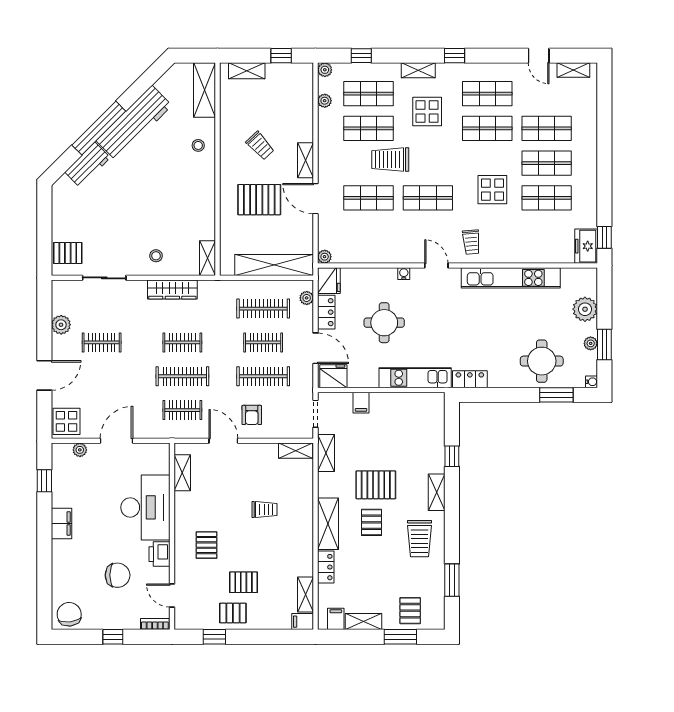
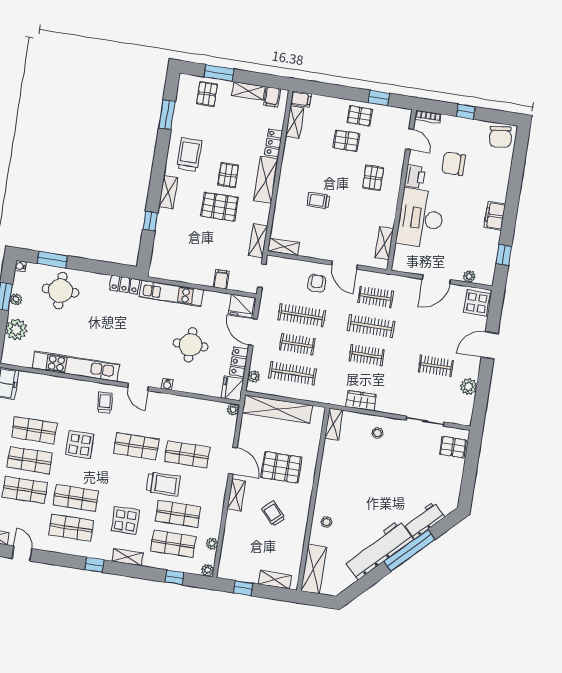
wardrobe: (172, 290) -> (361, 401), width x0.67

